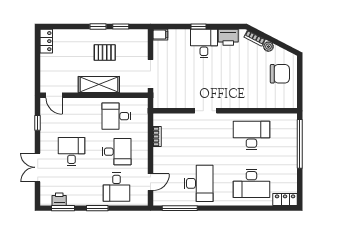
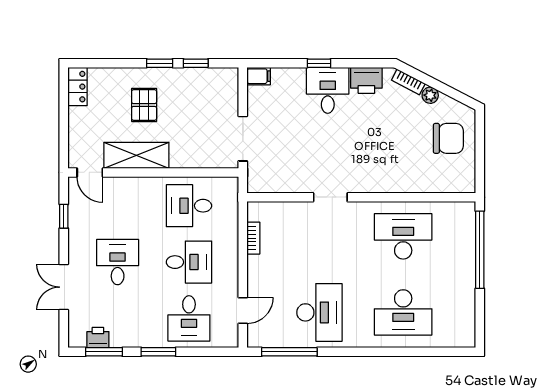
pallet: (105, 53) -> (144, 105), moved, turned 90
shelving: (99, 84) -> (136, 155), moved
locker: (285, 199) -> (457, 338), removed

